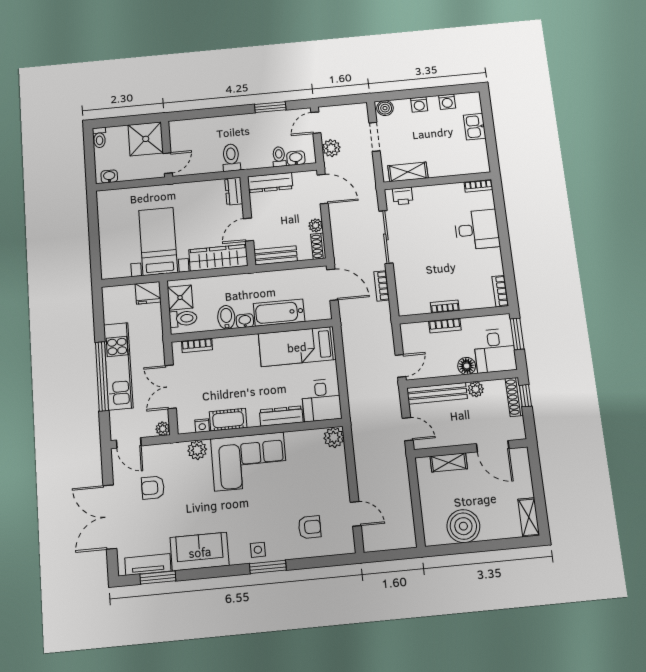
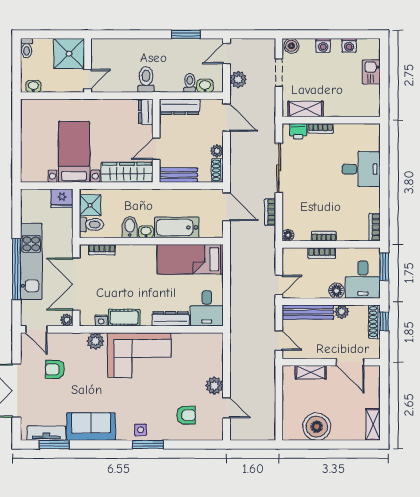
bookcase: (478, 186) -> (321, 128), moved
floor lamp: (404, 309) -> (288, 235), added
double door: (171, 387) -> (76, 284), width x1.37
plant: (334, 437) -> (214, 386), moved

